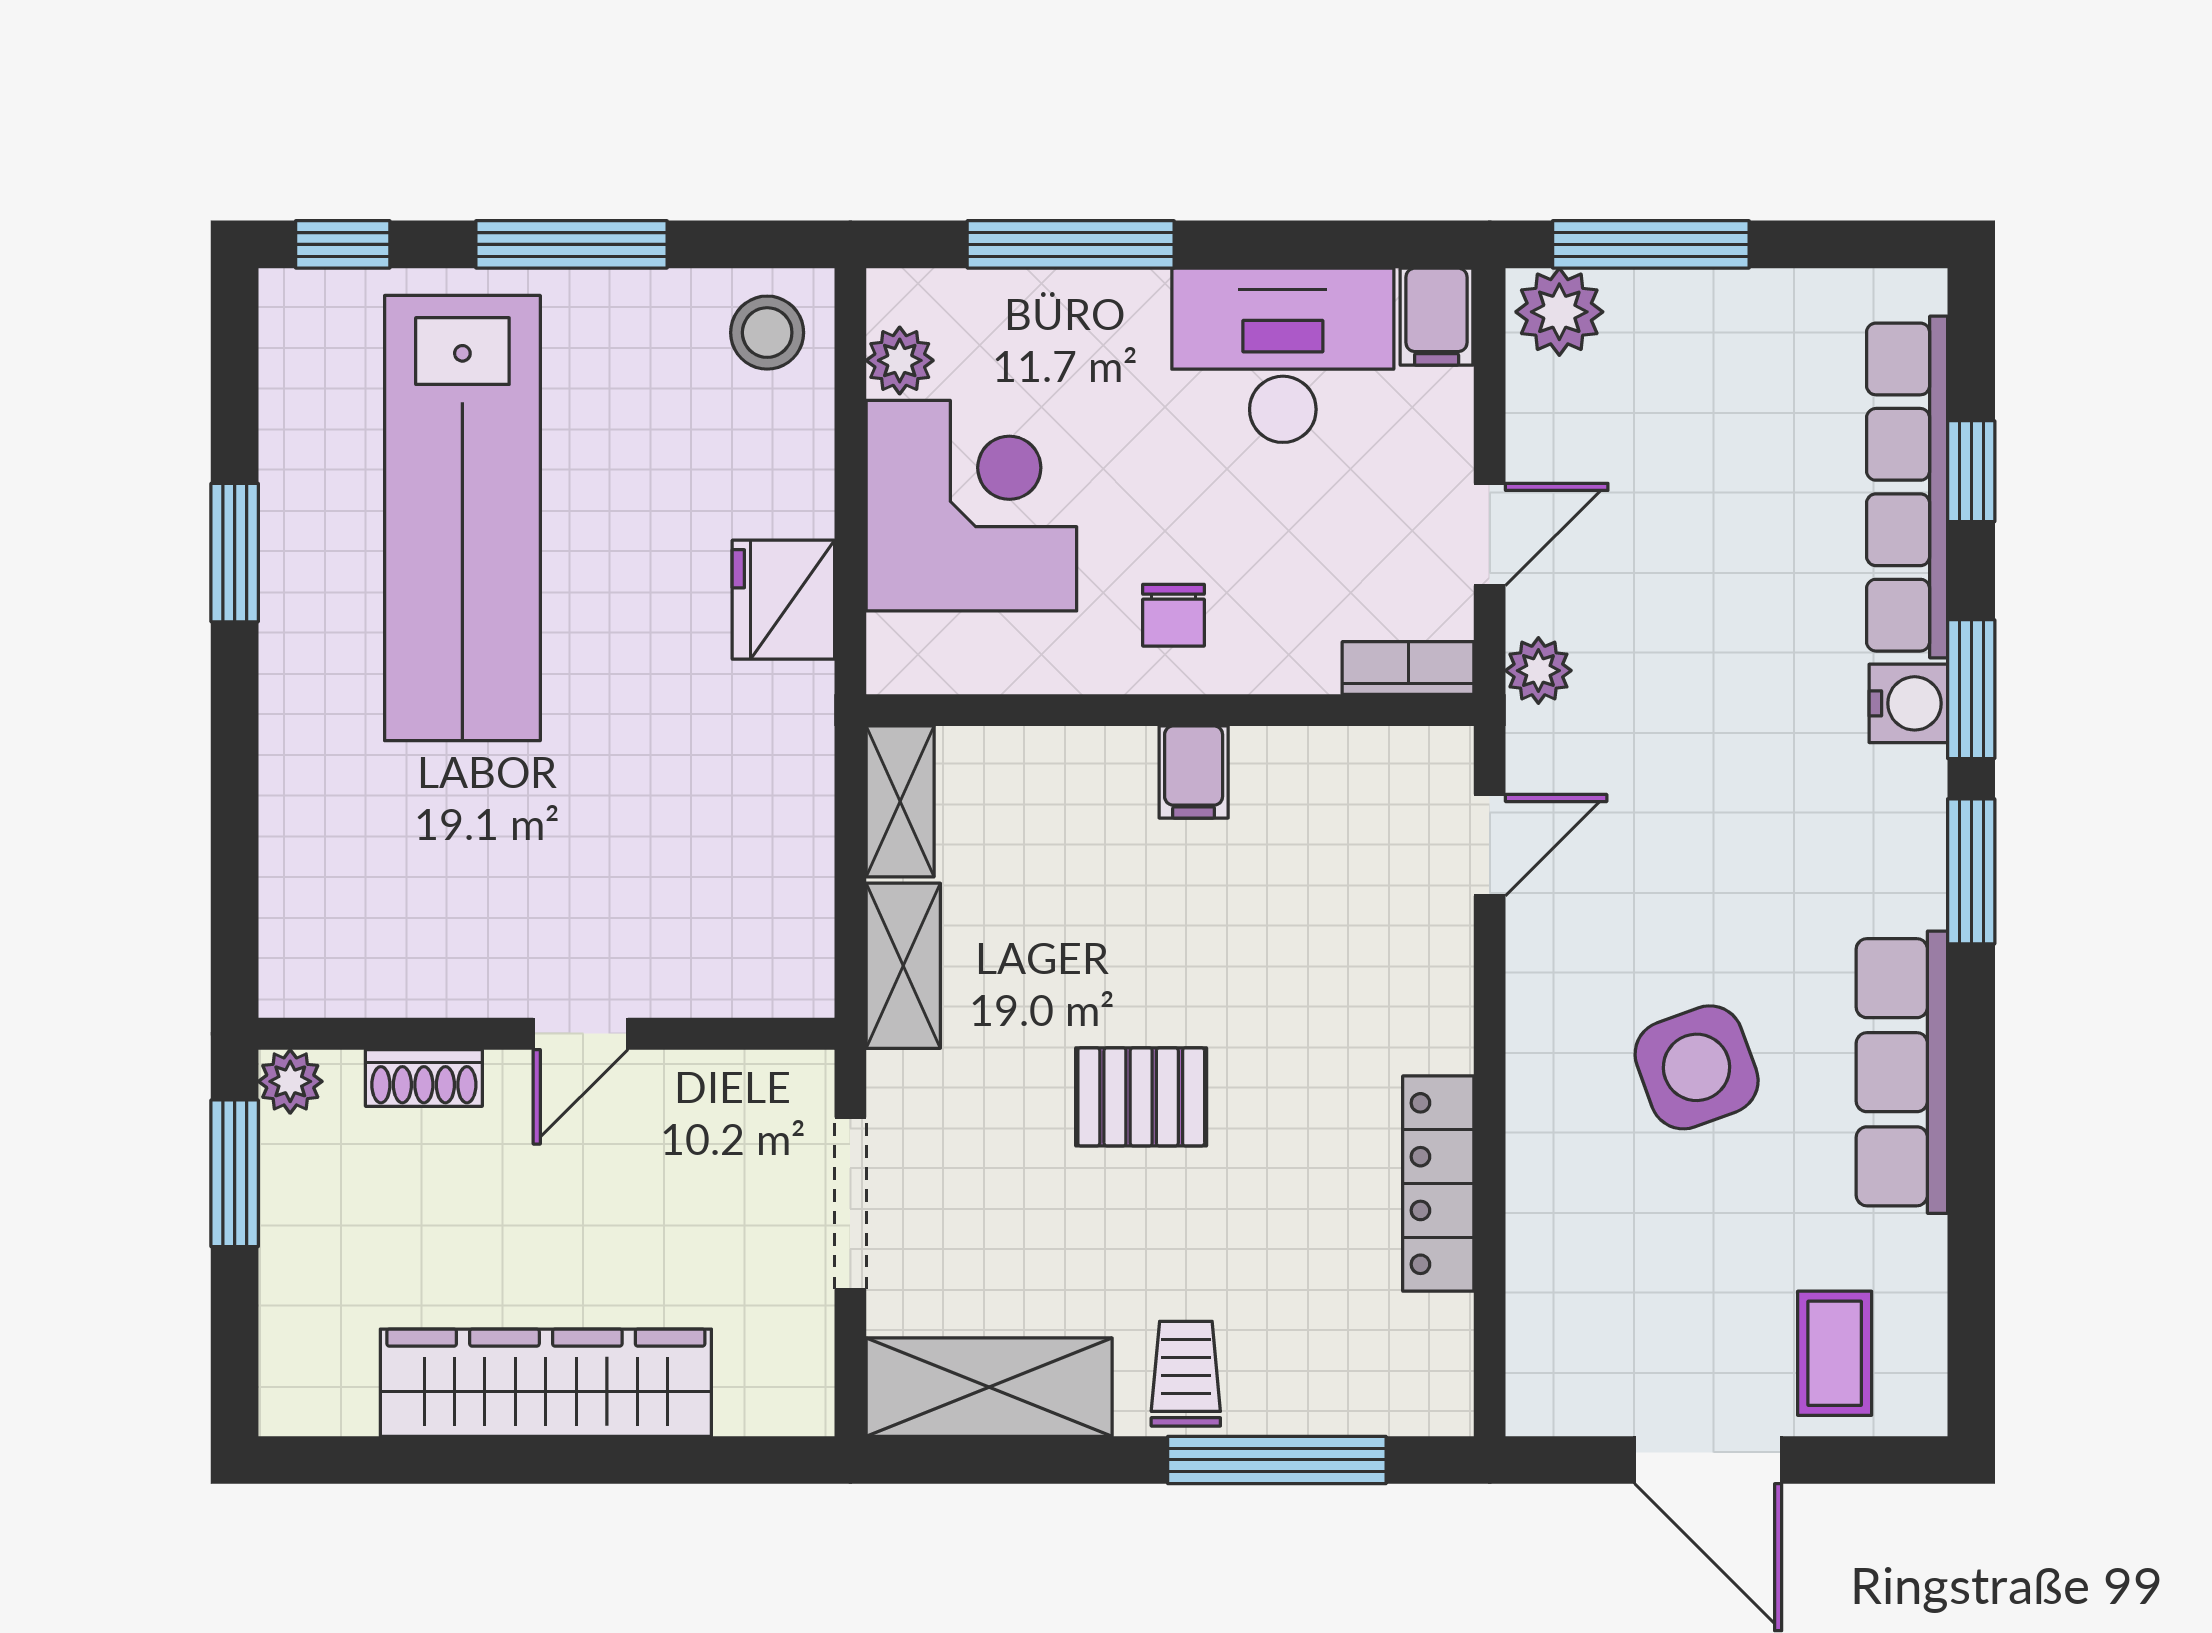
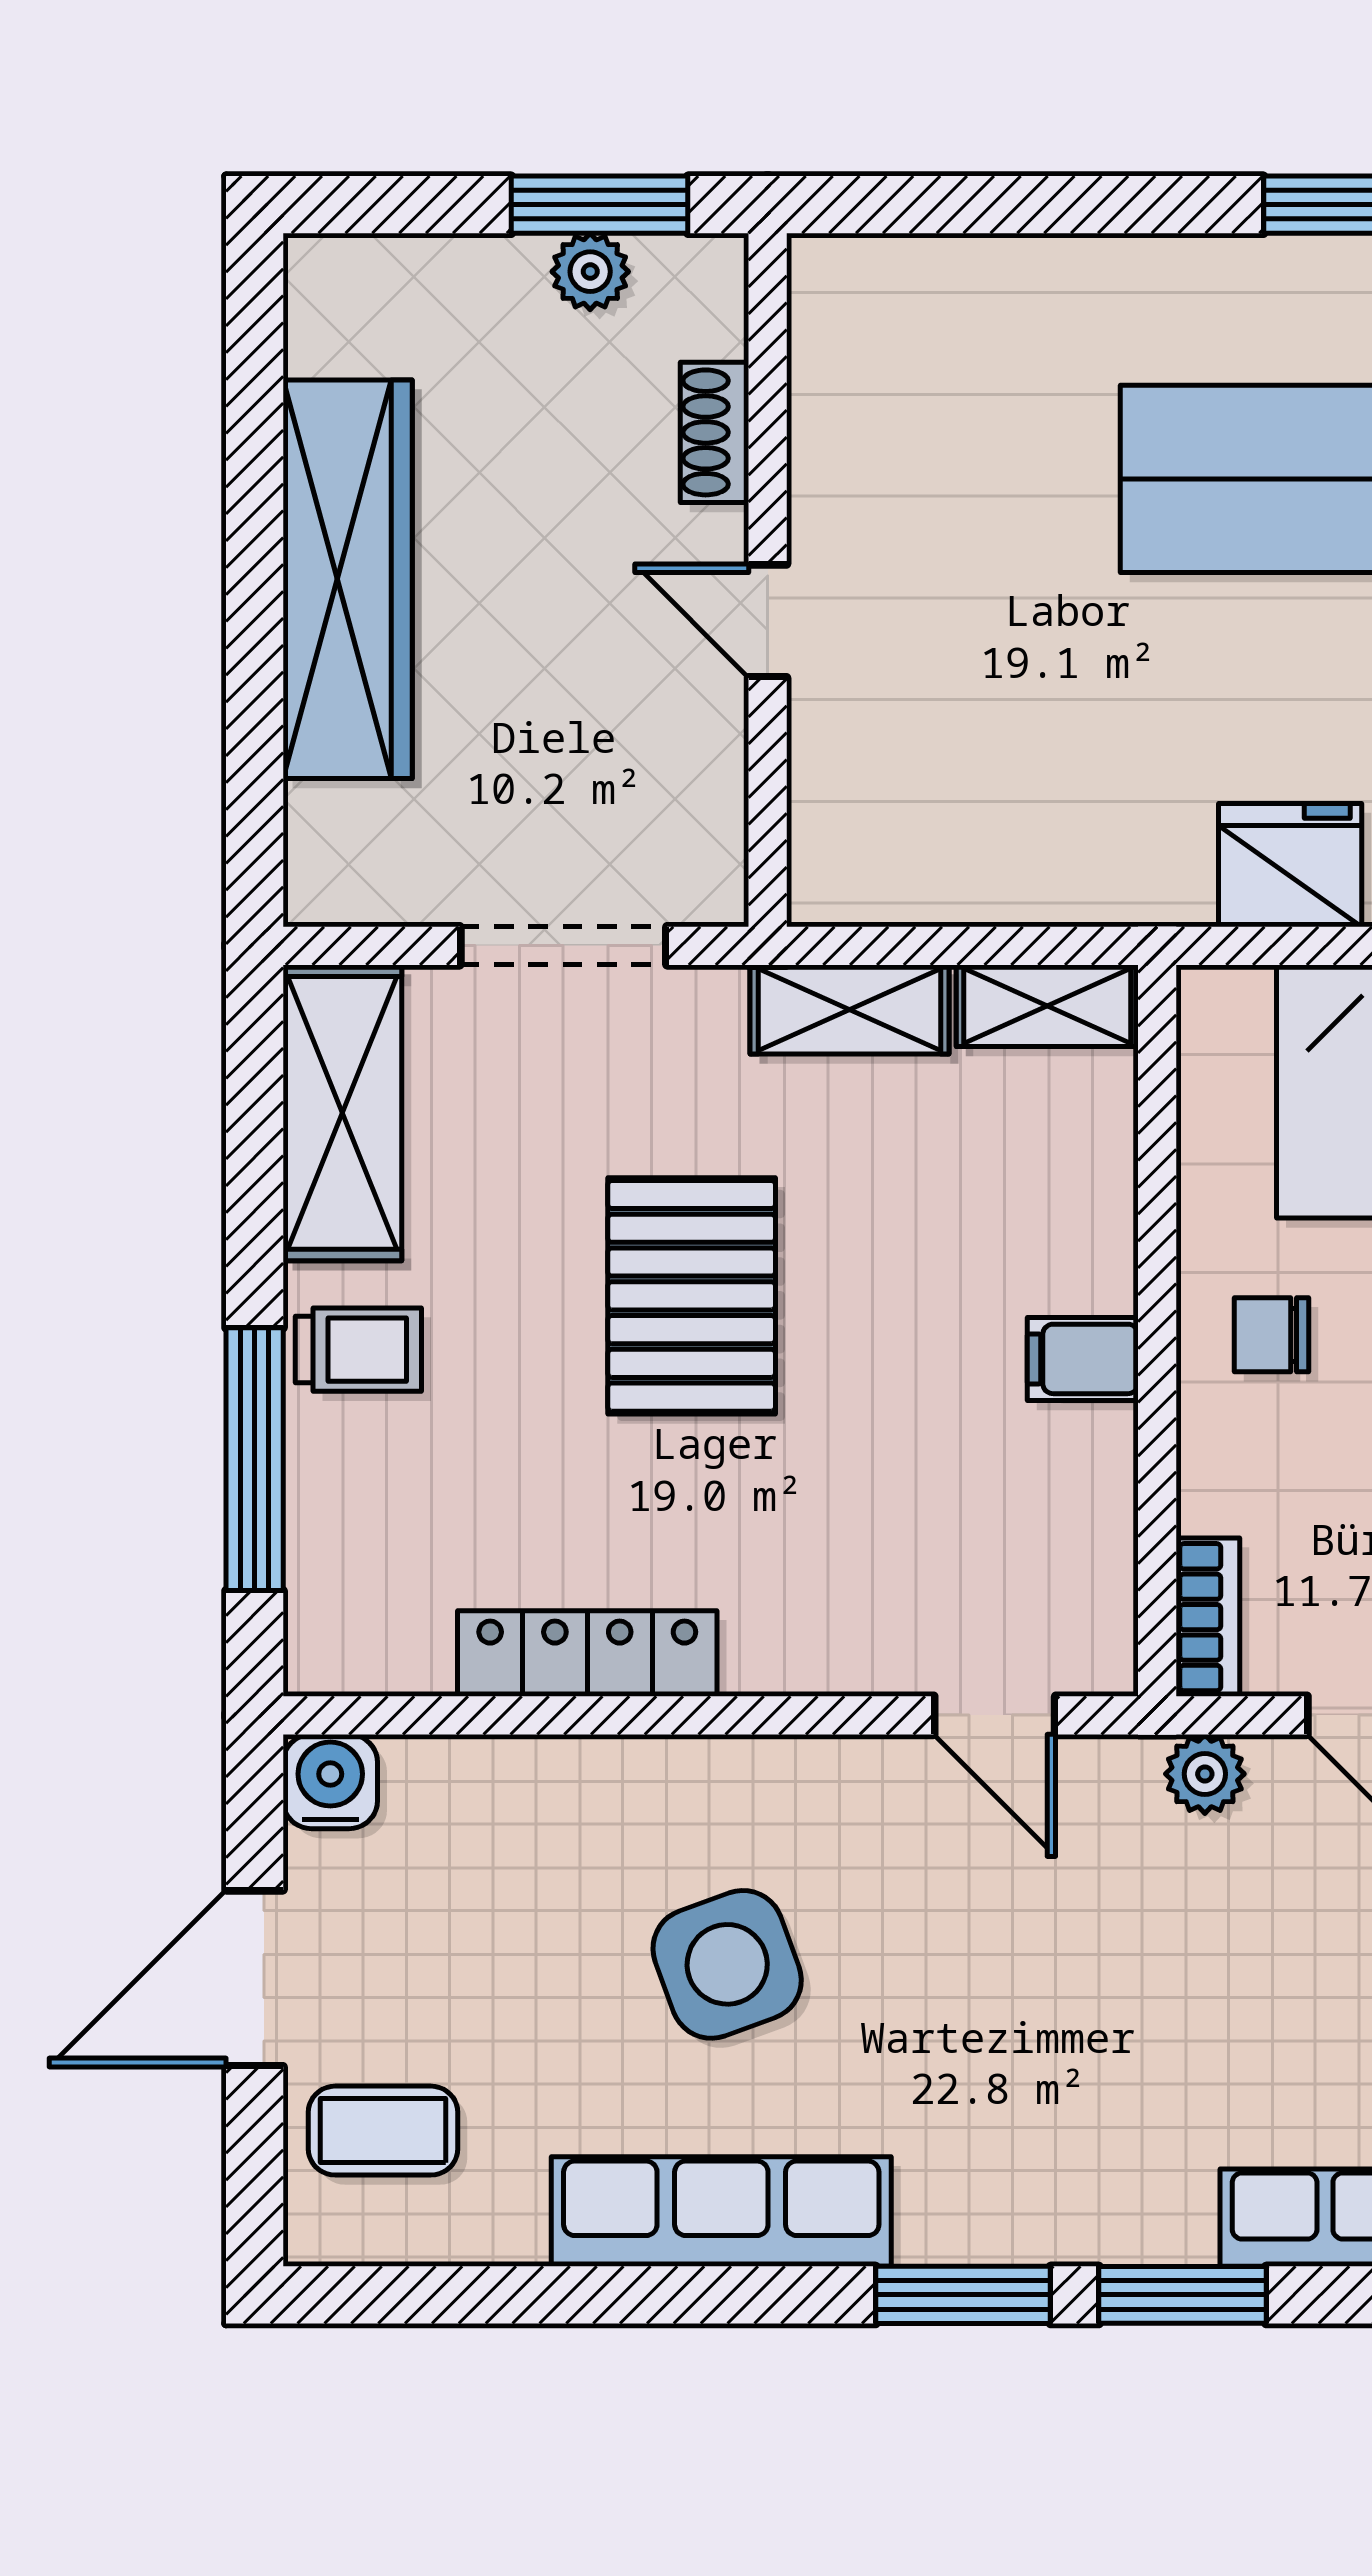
water cooler: (1908, 703) -> (330, 1782), moved, turned 180
plant: (290, 1081) -> (590, 272), moved
pallet: (1141, 1097) -> (692, 1296), width x1.50, depth x1.42

